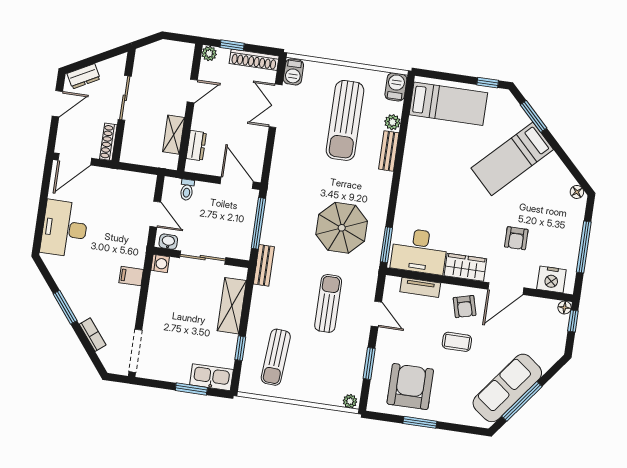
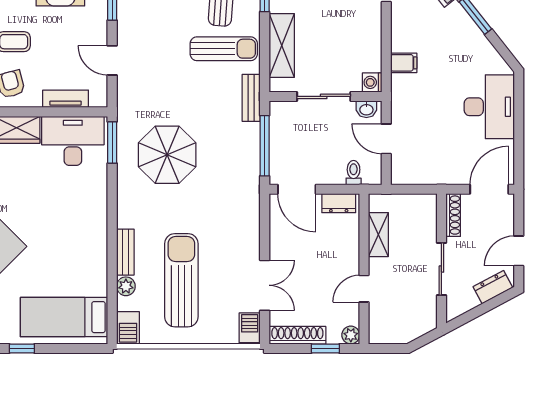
dresser: (196, 146) -> (339, 203), moved, turned -90
sun lounger: (328, 303) -> (224, 49), moved, turned -90

